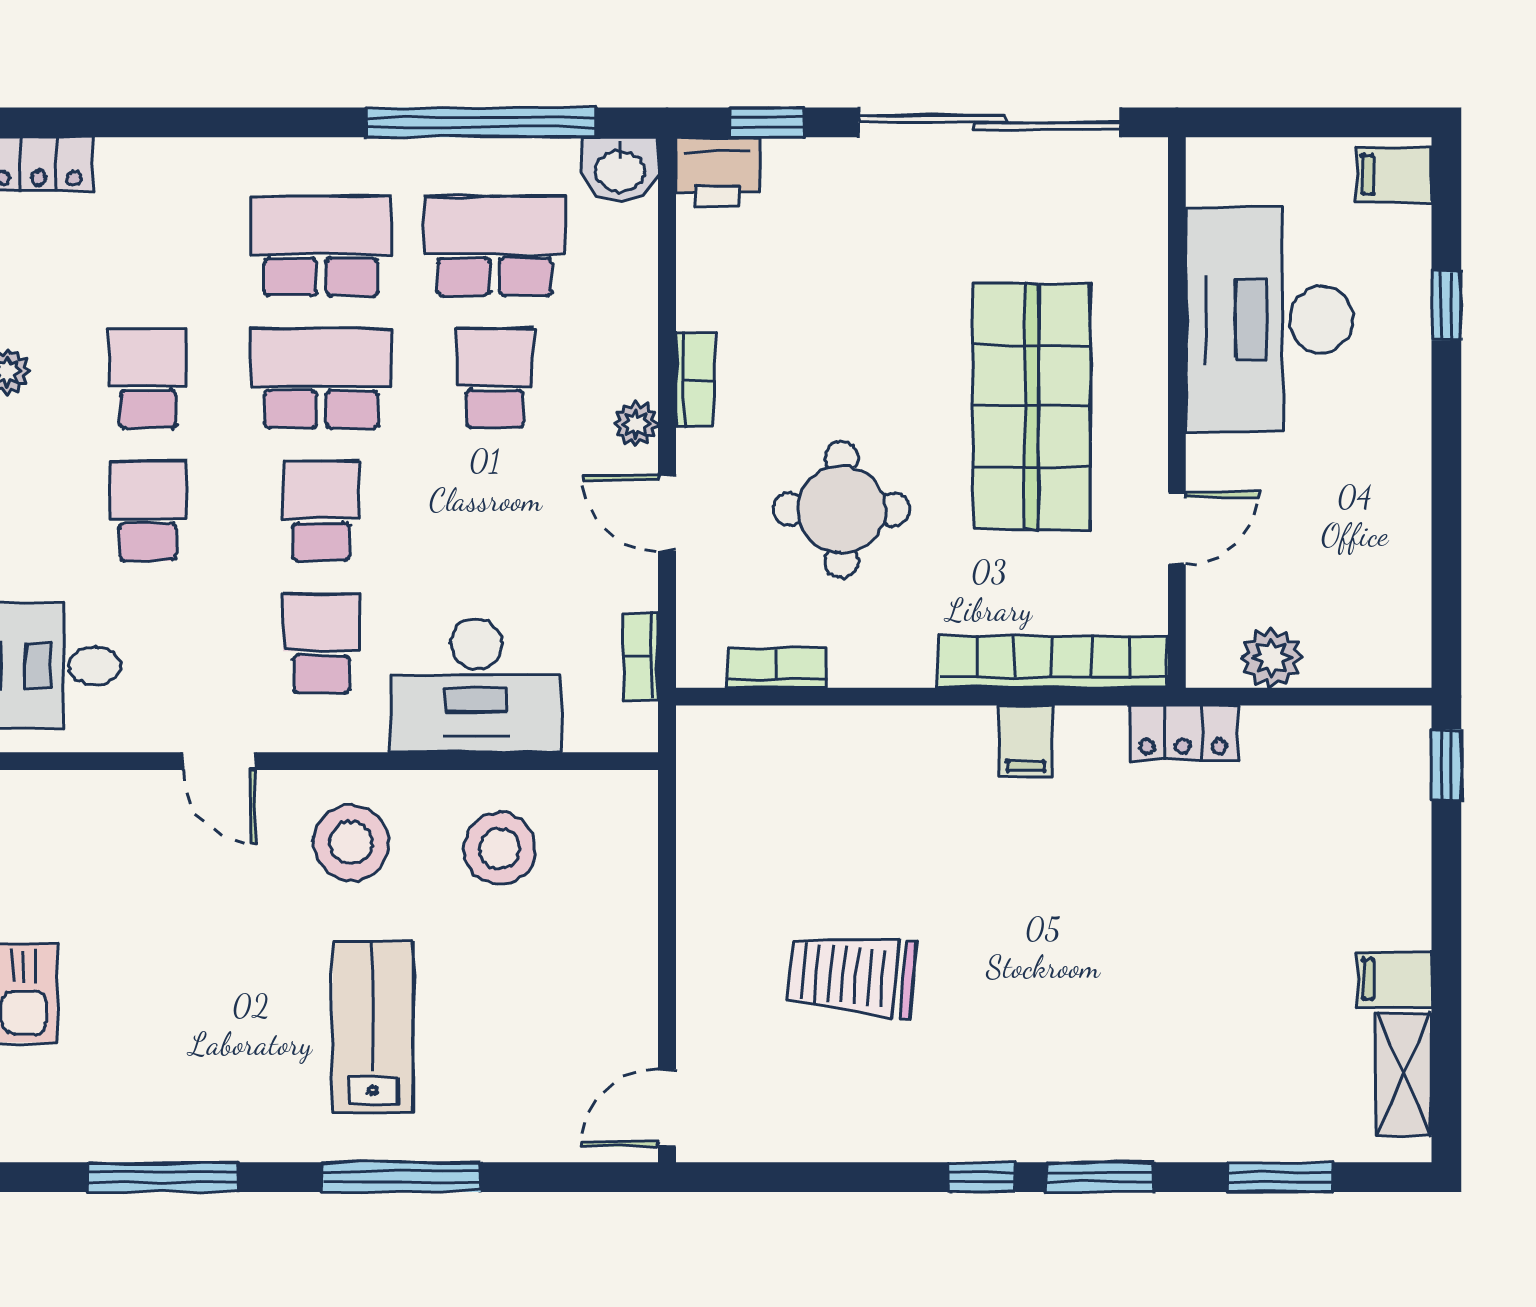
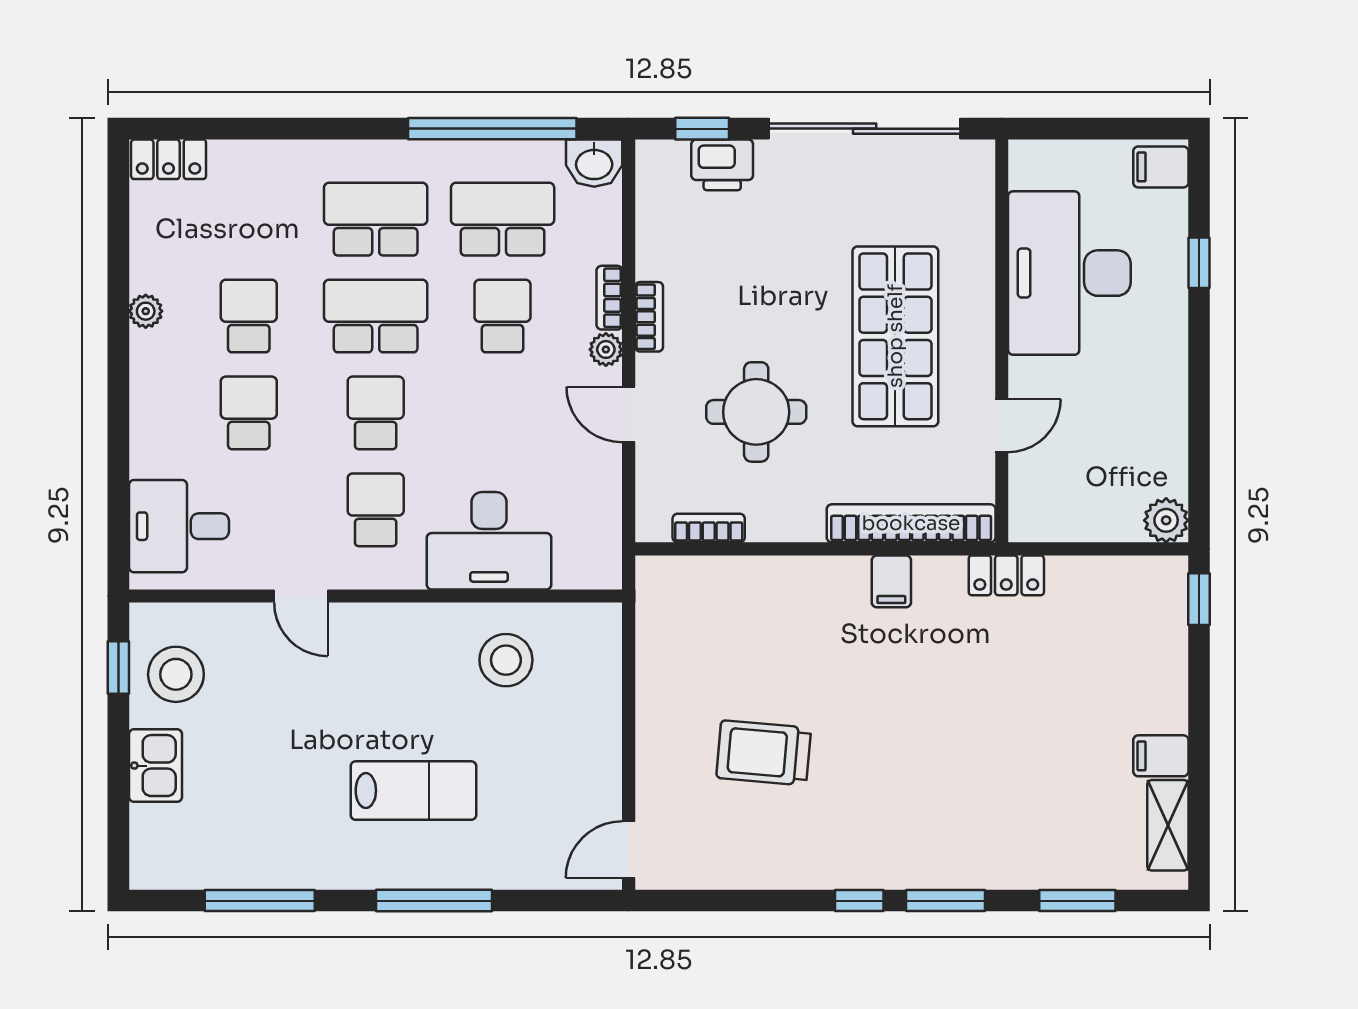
printer: (718, 172) -> (722, 165), moved
bookcase: (641, 657) -> (609, 298), moved
plant: (1272, 658) -> (1166, 520), moved
stool: (351, 842) -> (176, 674), moved
lab bench: (373, 1027) -> (413, 791), turned 90

